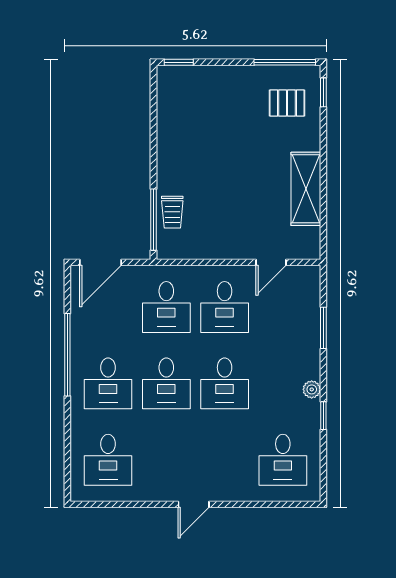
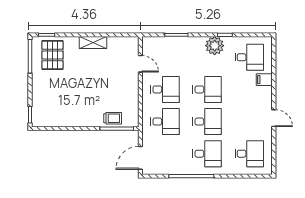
pallet: (287, 103) -> (52, 55), width x1.50, depth x1.42
shelving: (306, 189) -> (93, 43), width x0.67, depth x0.75
door: (101, 262) -> (140, 158), swing flipped
plant: (312, 389) -> (215, 46), width x1.87, depth x1.87
filing cabinet: (242, 487) -> (264, 80), added
door: (194, 504) -> (274, 118), moved

